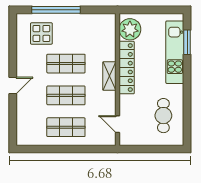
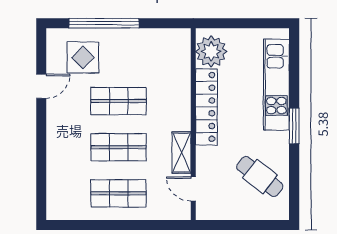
window: (187, 42) -> (294, 126), moved
shelving: (109, 76) -> (182, 152), moved
door: (13, 86) -> (41, 86), moved
cafe table: (163, 116) -> (260, 176), turned -52

